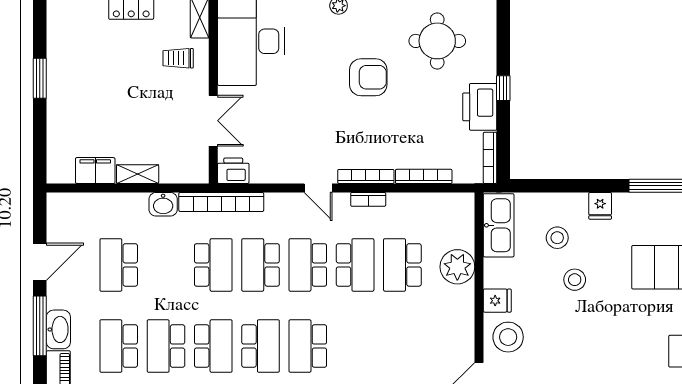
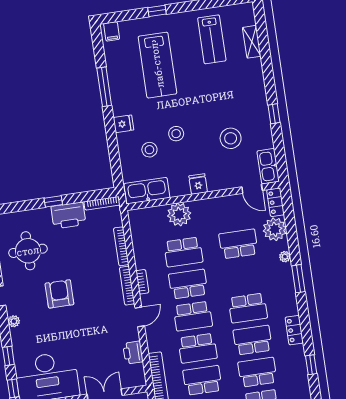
printer: (233, 171) -> (133, 353), moved
stool: (508, 337) -> (231, 138), moved
school desk: (402, 346) -> (238, 244), added

